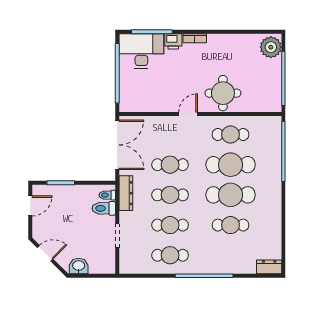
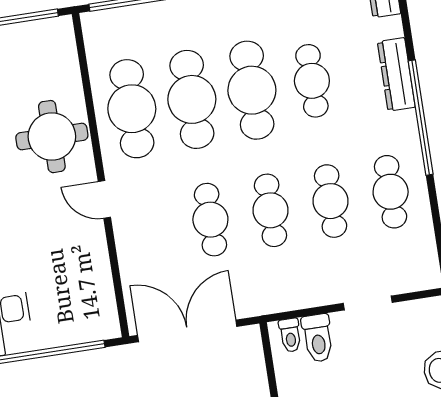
cafe table: (231, 135) -> (132, 109), width x1.37, depth x1.35
dresser: (126, 193) -> (396, 74), moved, turned -90

